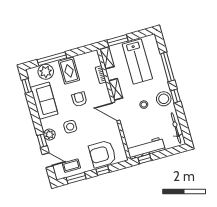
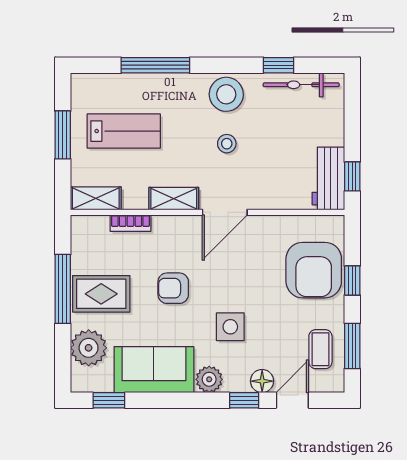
window: (118, 40) -> (63, 135), moved
window: (52, 59) -> (63, 289), moved
lab bench: (137, 61) -> (124, 131), width x0.73, depth x0.72
window: (176, 96) -> (279, 65), moved
plant: (49, 135) -> (209, 379), moved
floor lamp: (52, 146) -> (262, 381), added
workbench: (146, 148) -> (328, 178), width x0.73

